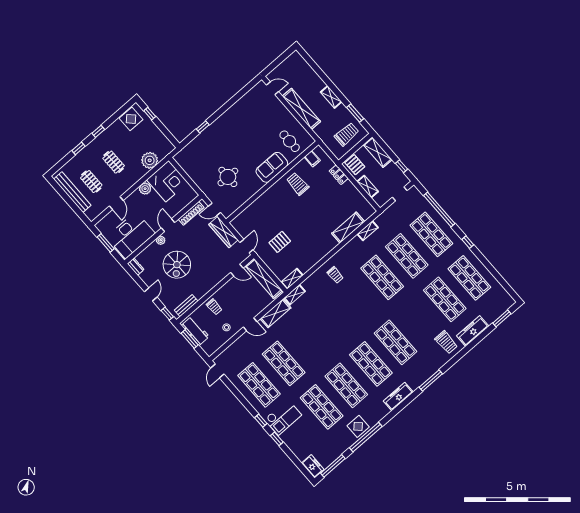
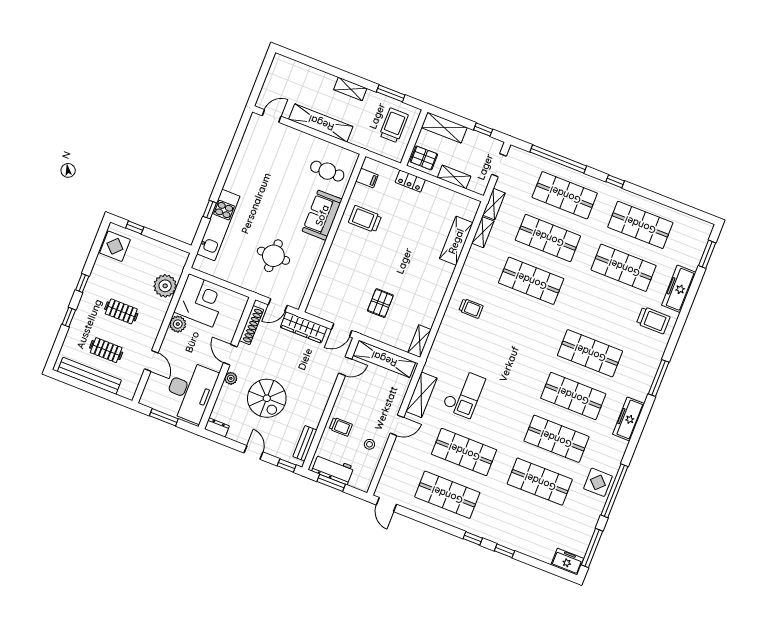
kitchen unit: (203, 139) -> (218, 225), added
door: (246, 246) -> (342, 330), swing flipped
shelving: (295, 295) -> (494, 204), moved
checkout: (283, 417) -> (464, 393), moved

